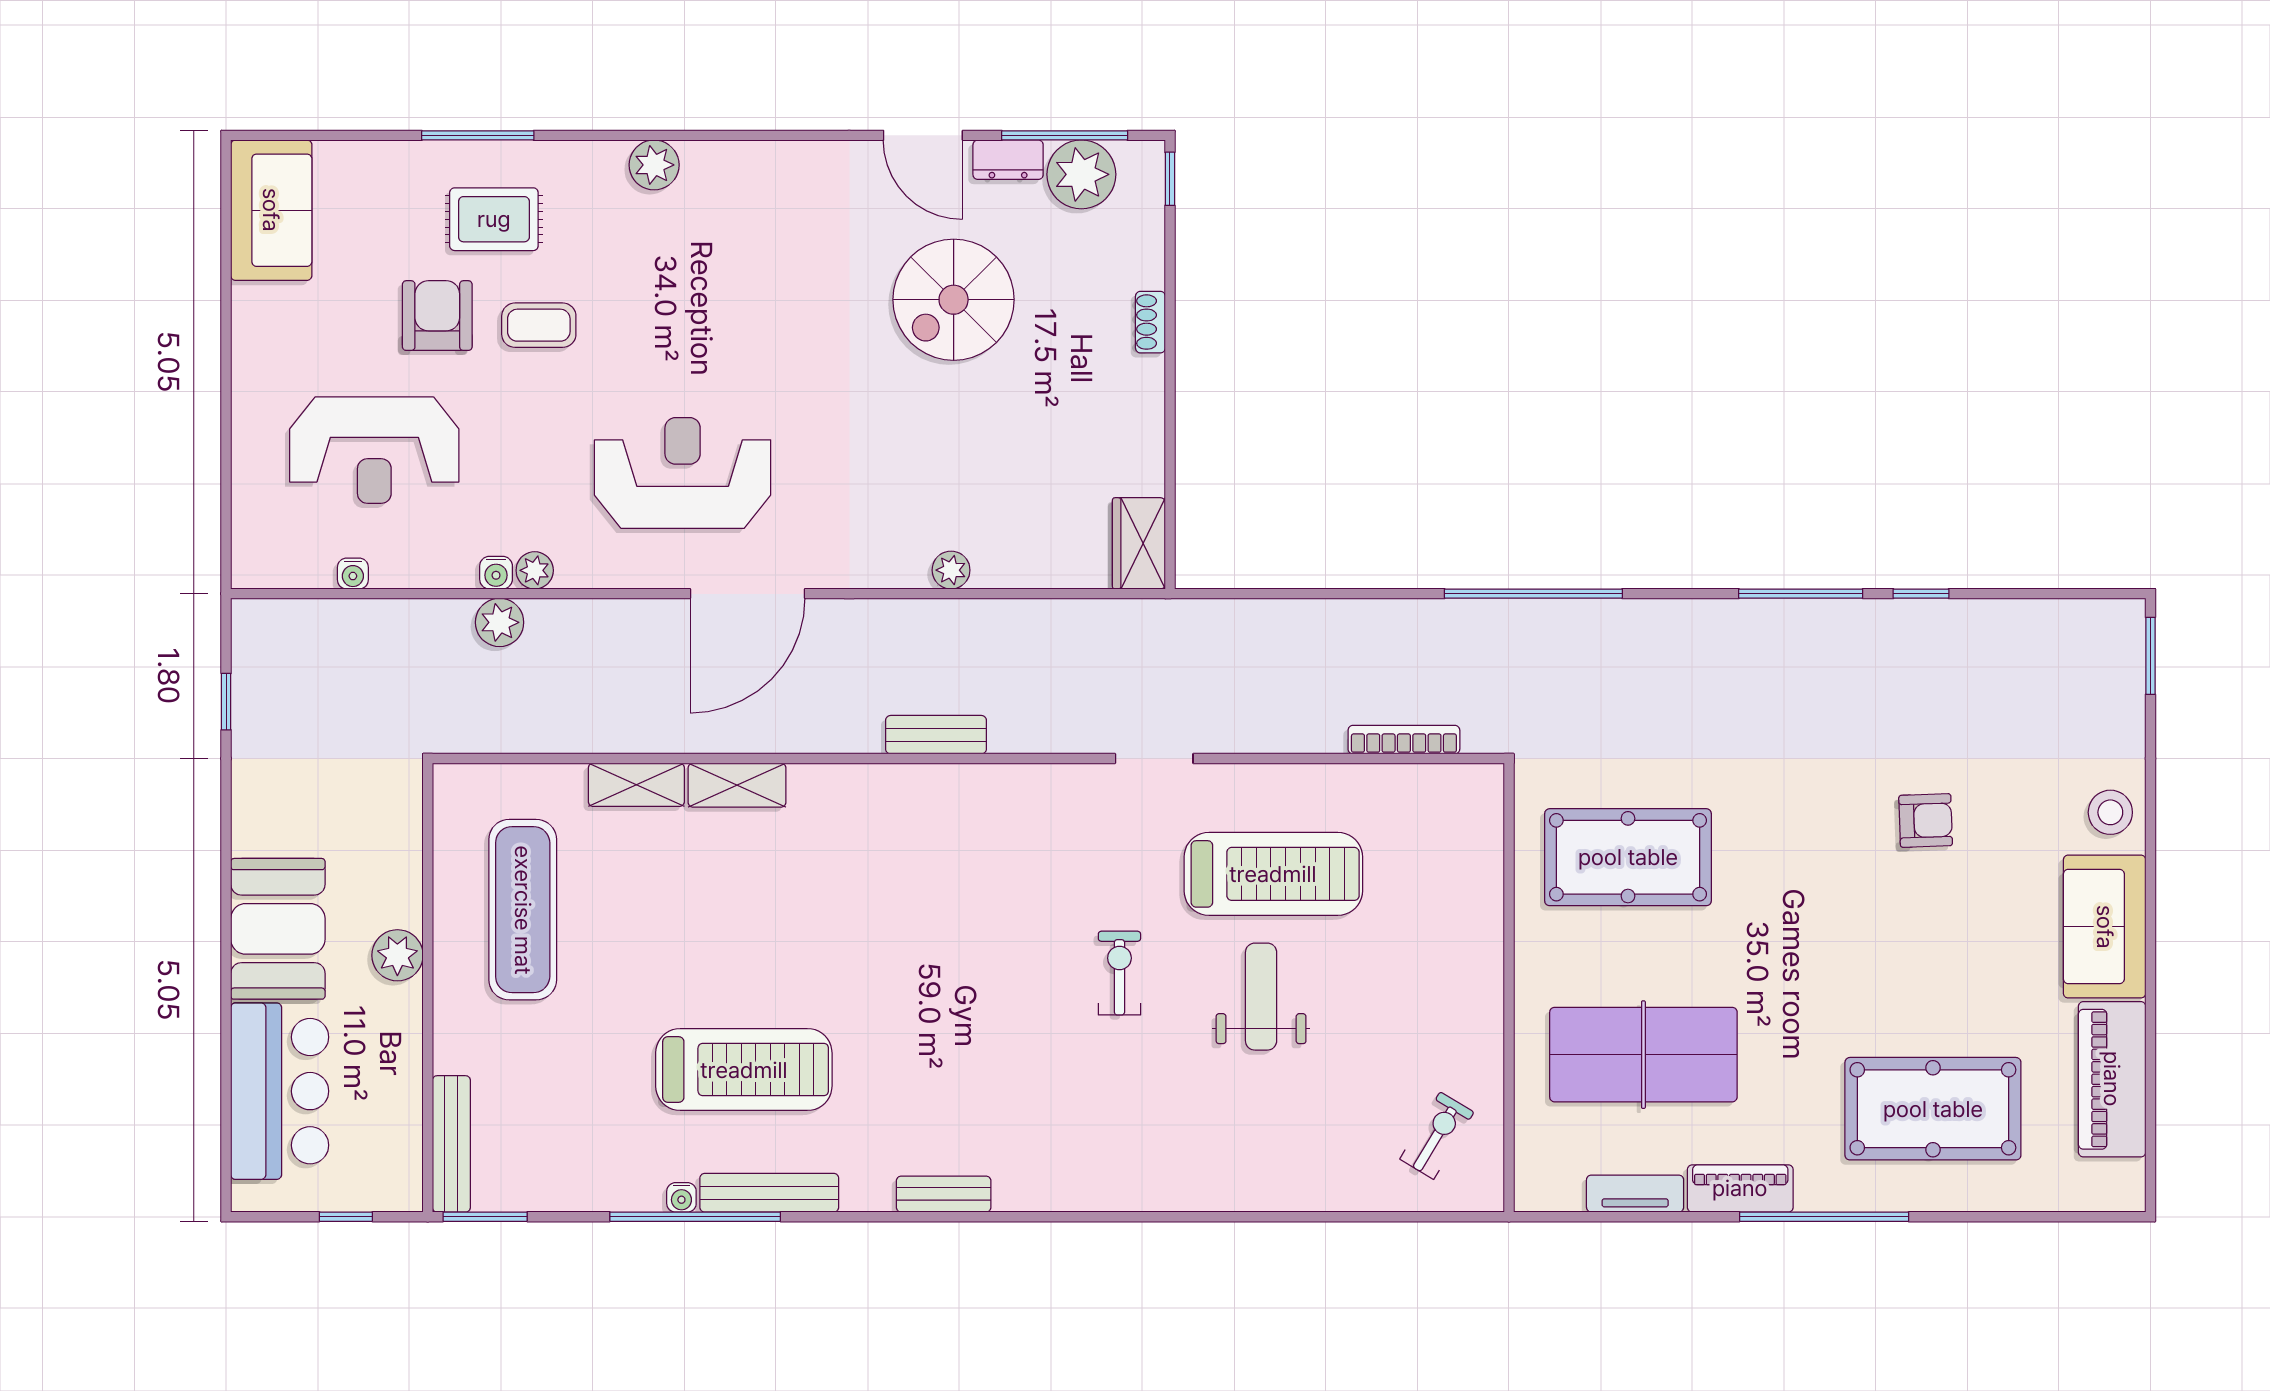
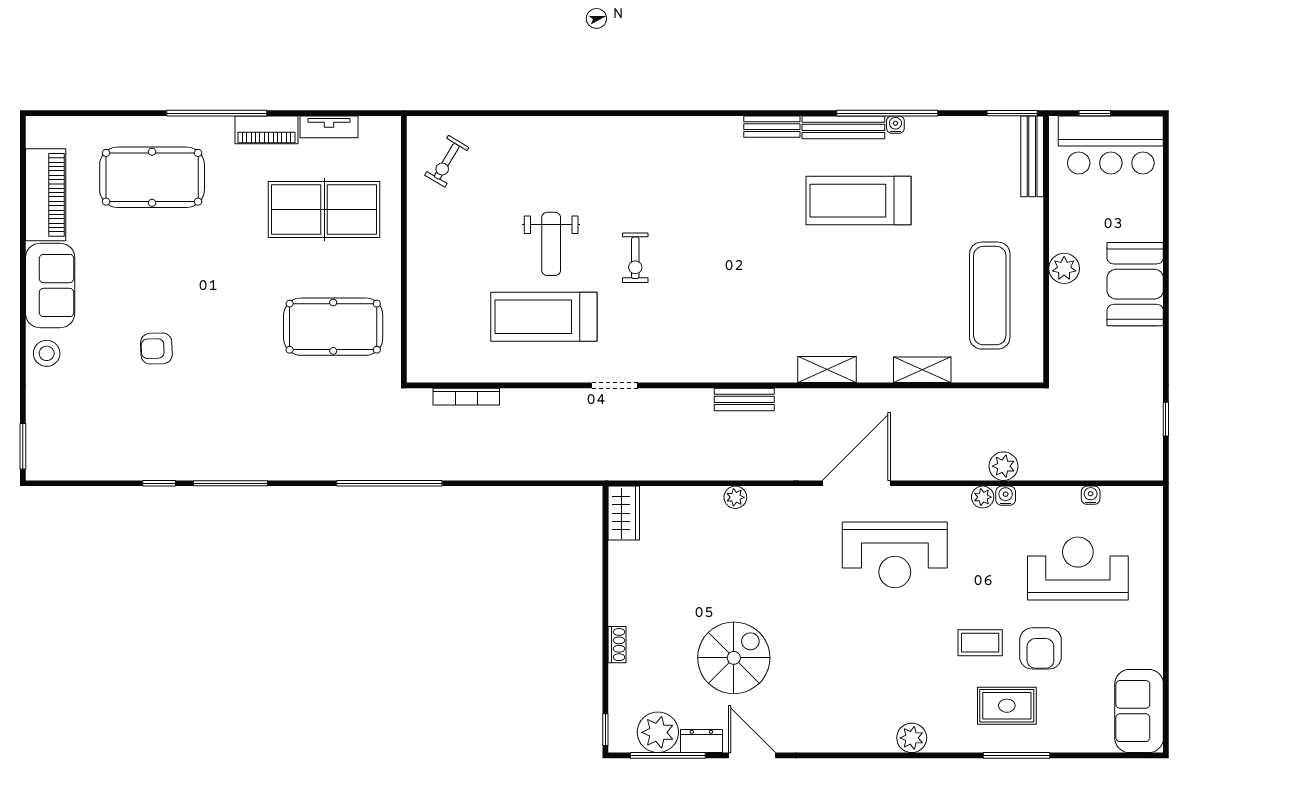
shelving: (737, 785) -> (827, 370), moved
bar counter: (280, 1091) -> (1111, 145), moved, turned -90
bench: (944, 1194) -> (772, 127), moved

